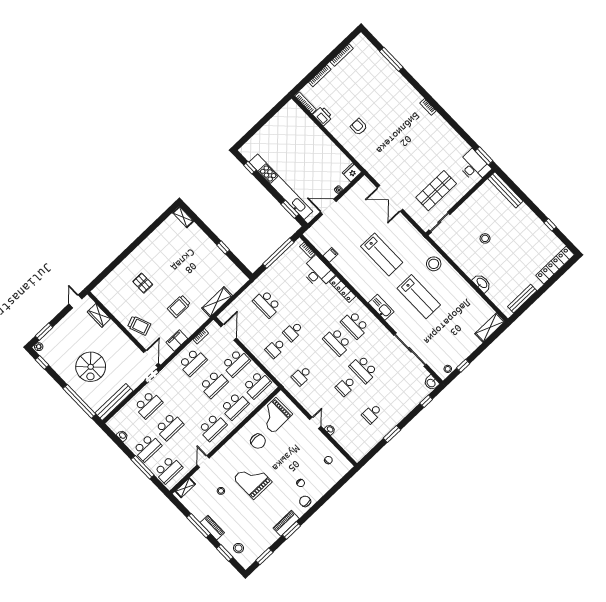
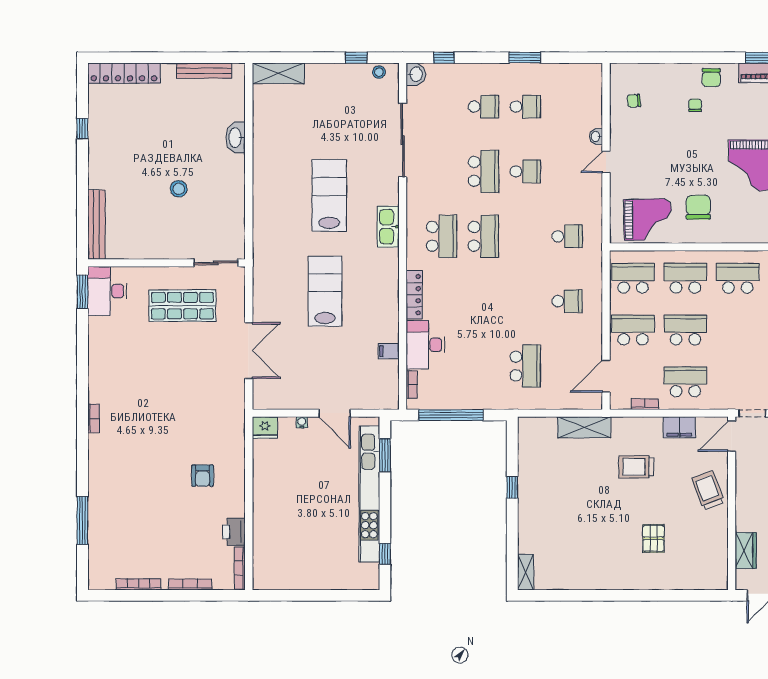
stool: (434, 264) -> (272, 218), removed
trolley: (179, 306) -> (636, 467), turned 180
school desk: (293, 331) -> (483, 107), moved

